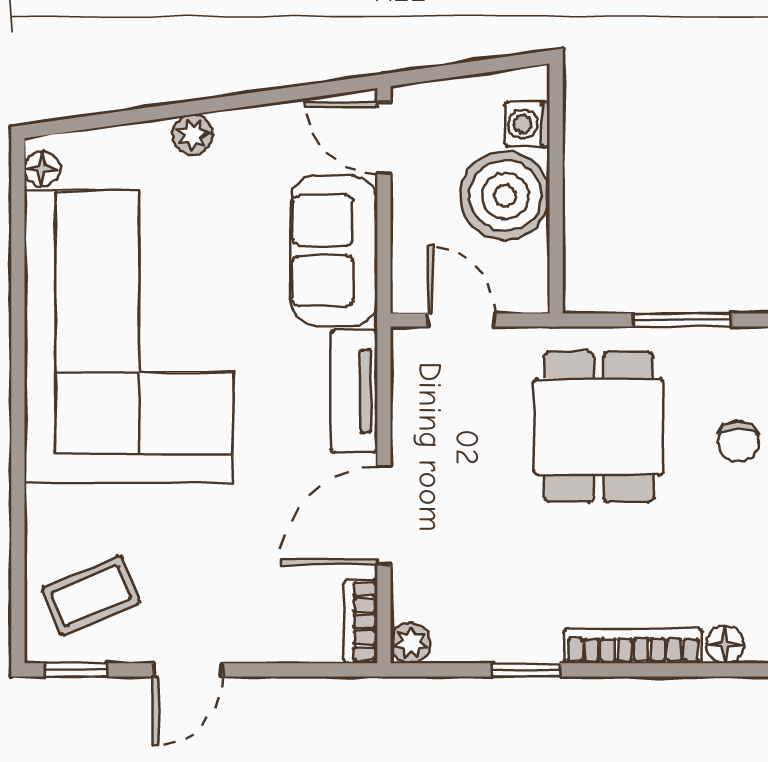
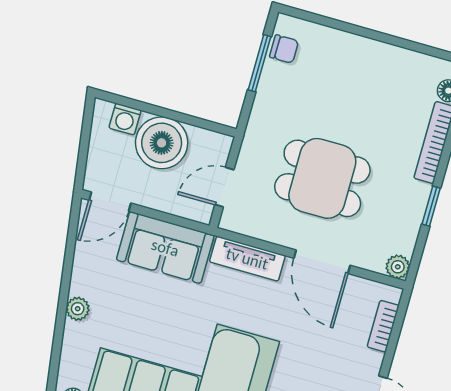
dining table: (599, 427) -> (322, 178), moved
chair: (738, 442) -> (284, 49), moved
bookcase: (361, 621) -> (383, 326), moved, turned 90

